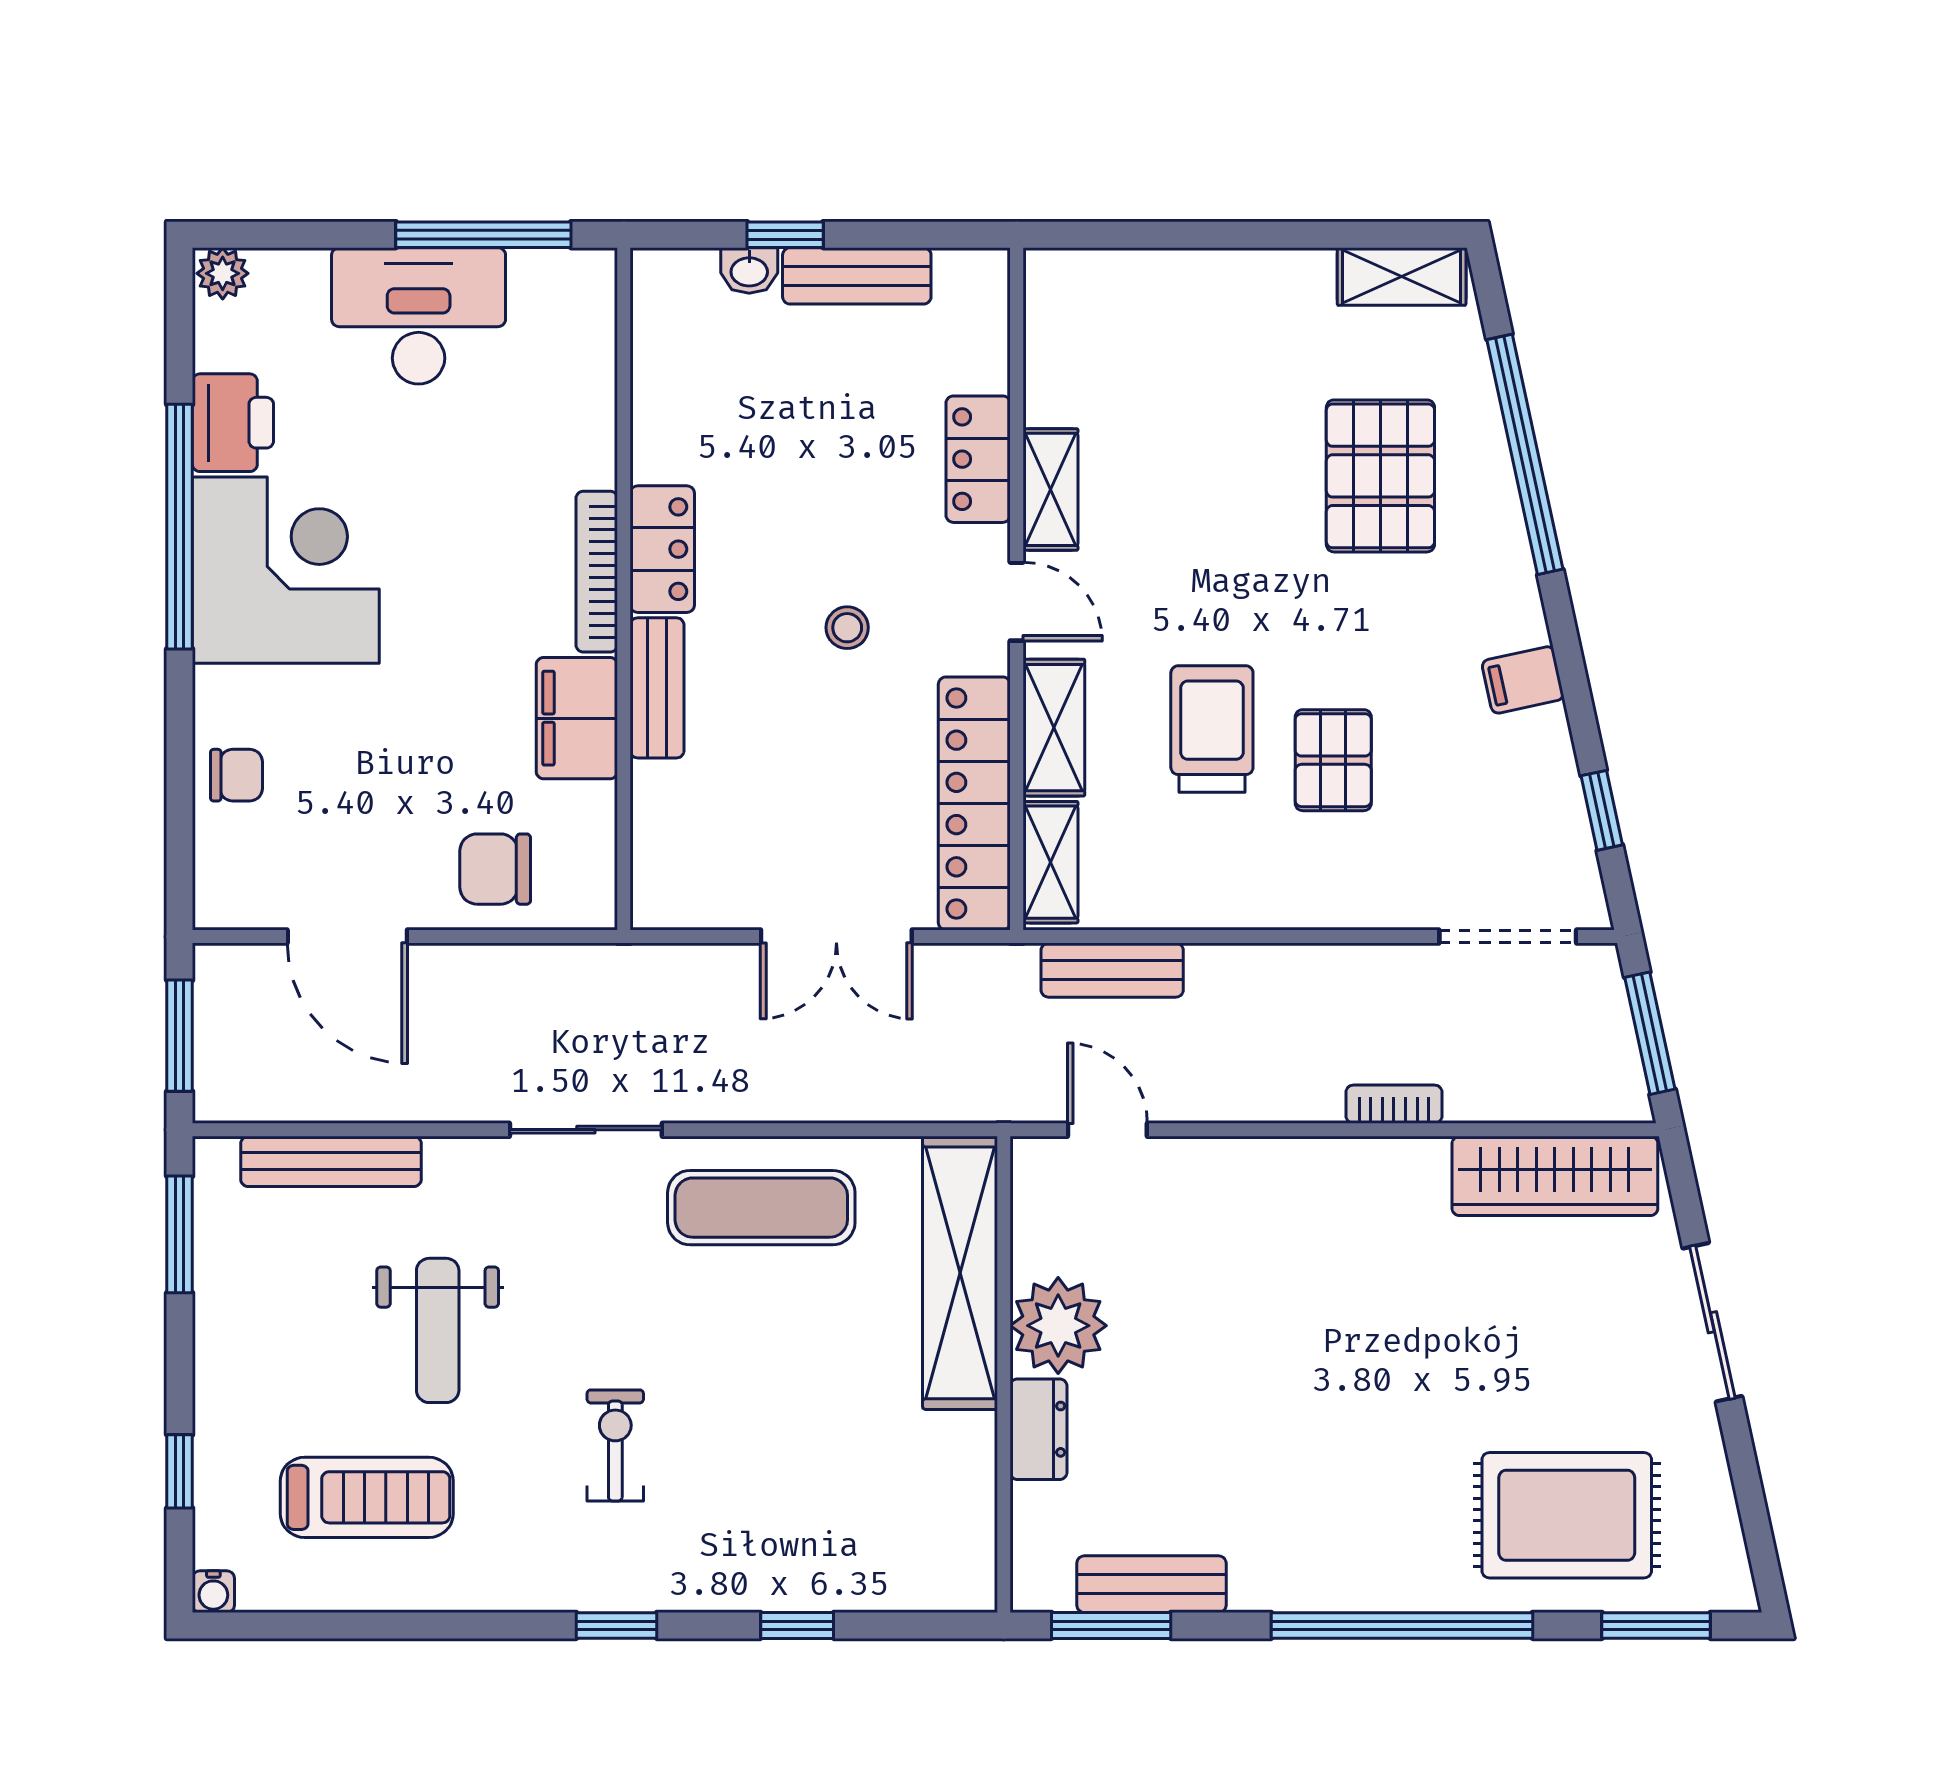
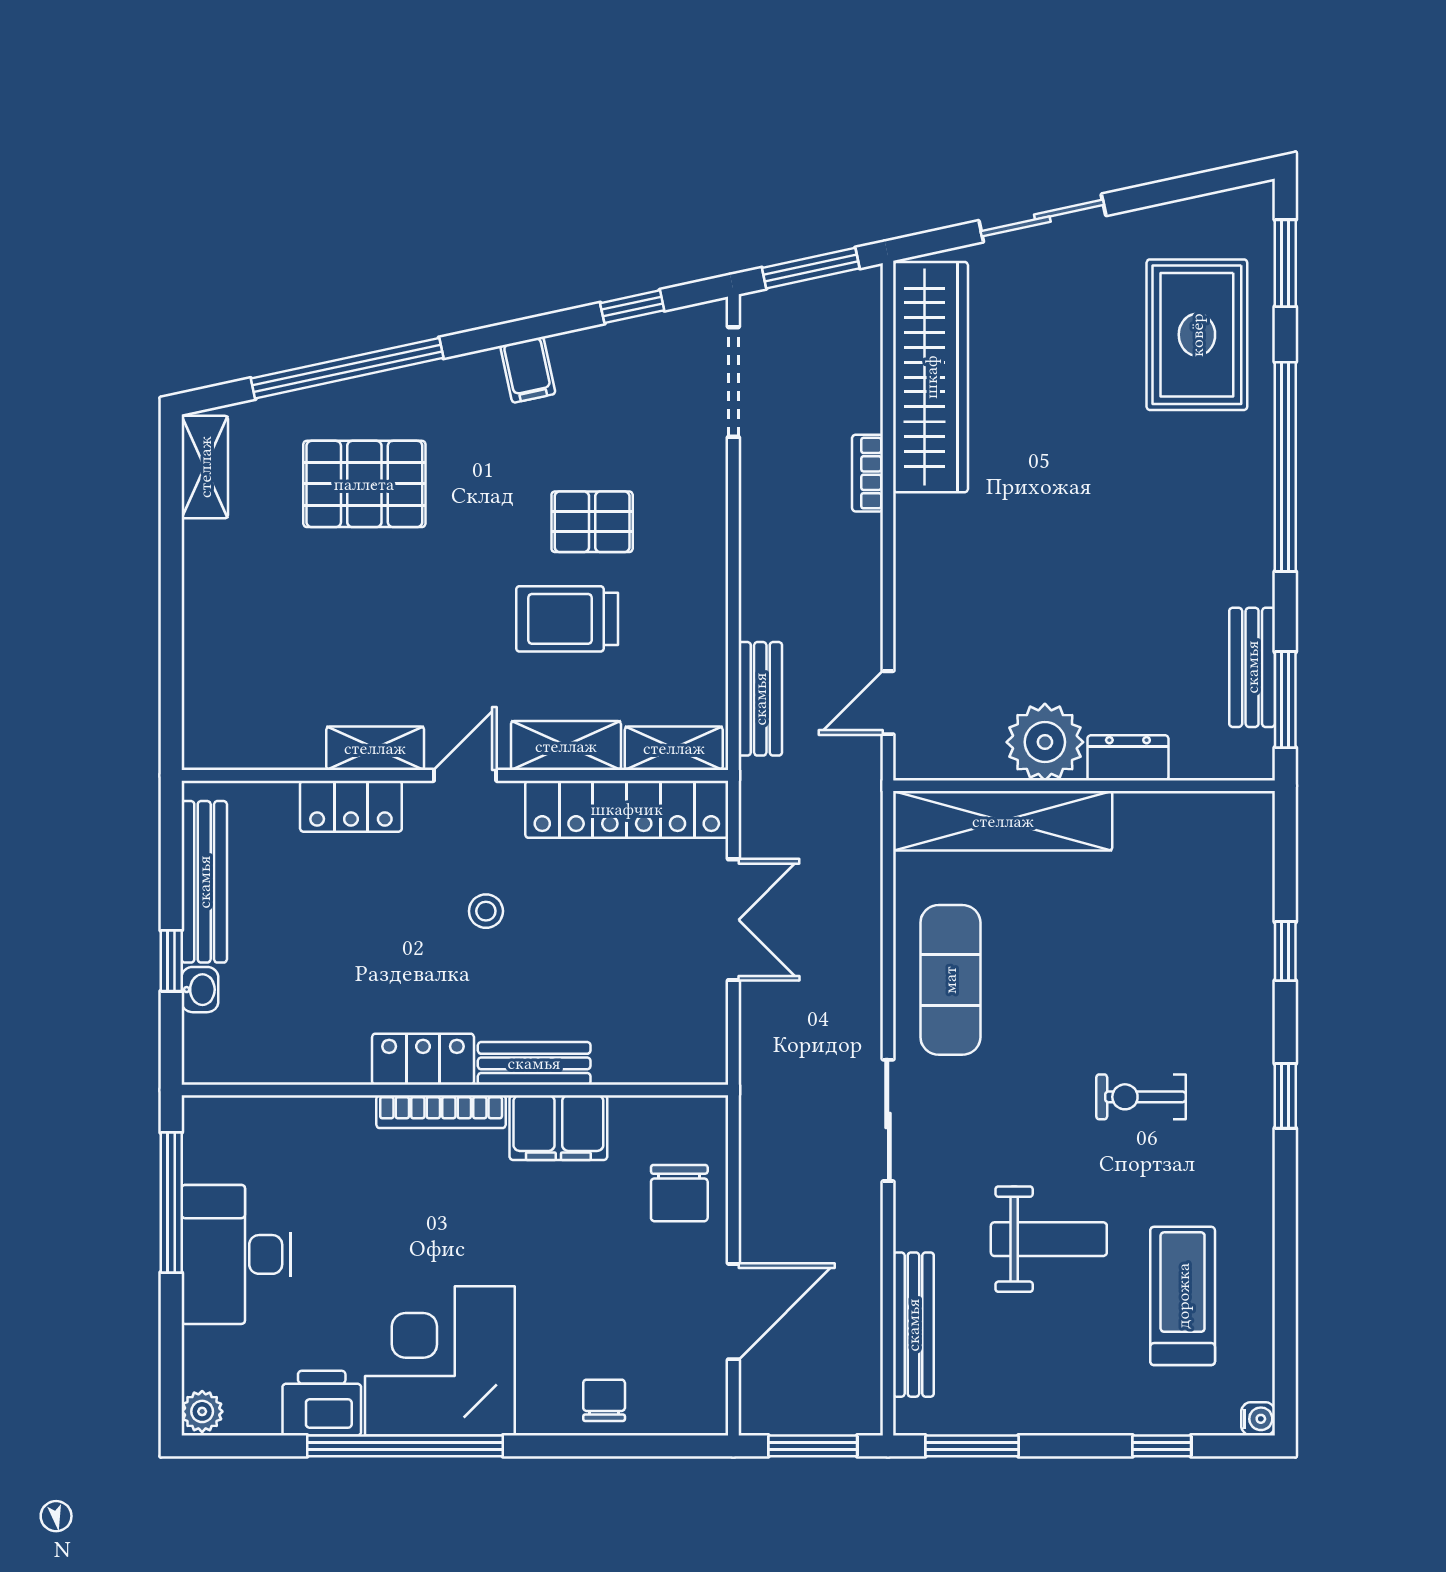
bench: (857, 276) -> (204, 882), width x1.36
wardrobe: (1555, 1176) -> (931, 377), width x1.40, depth x1.17

